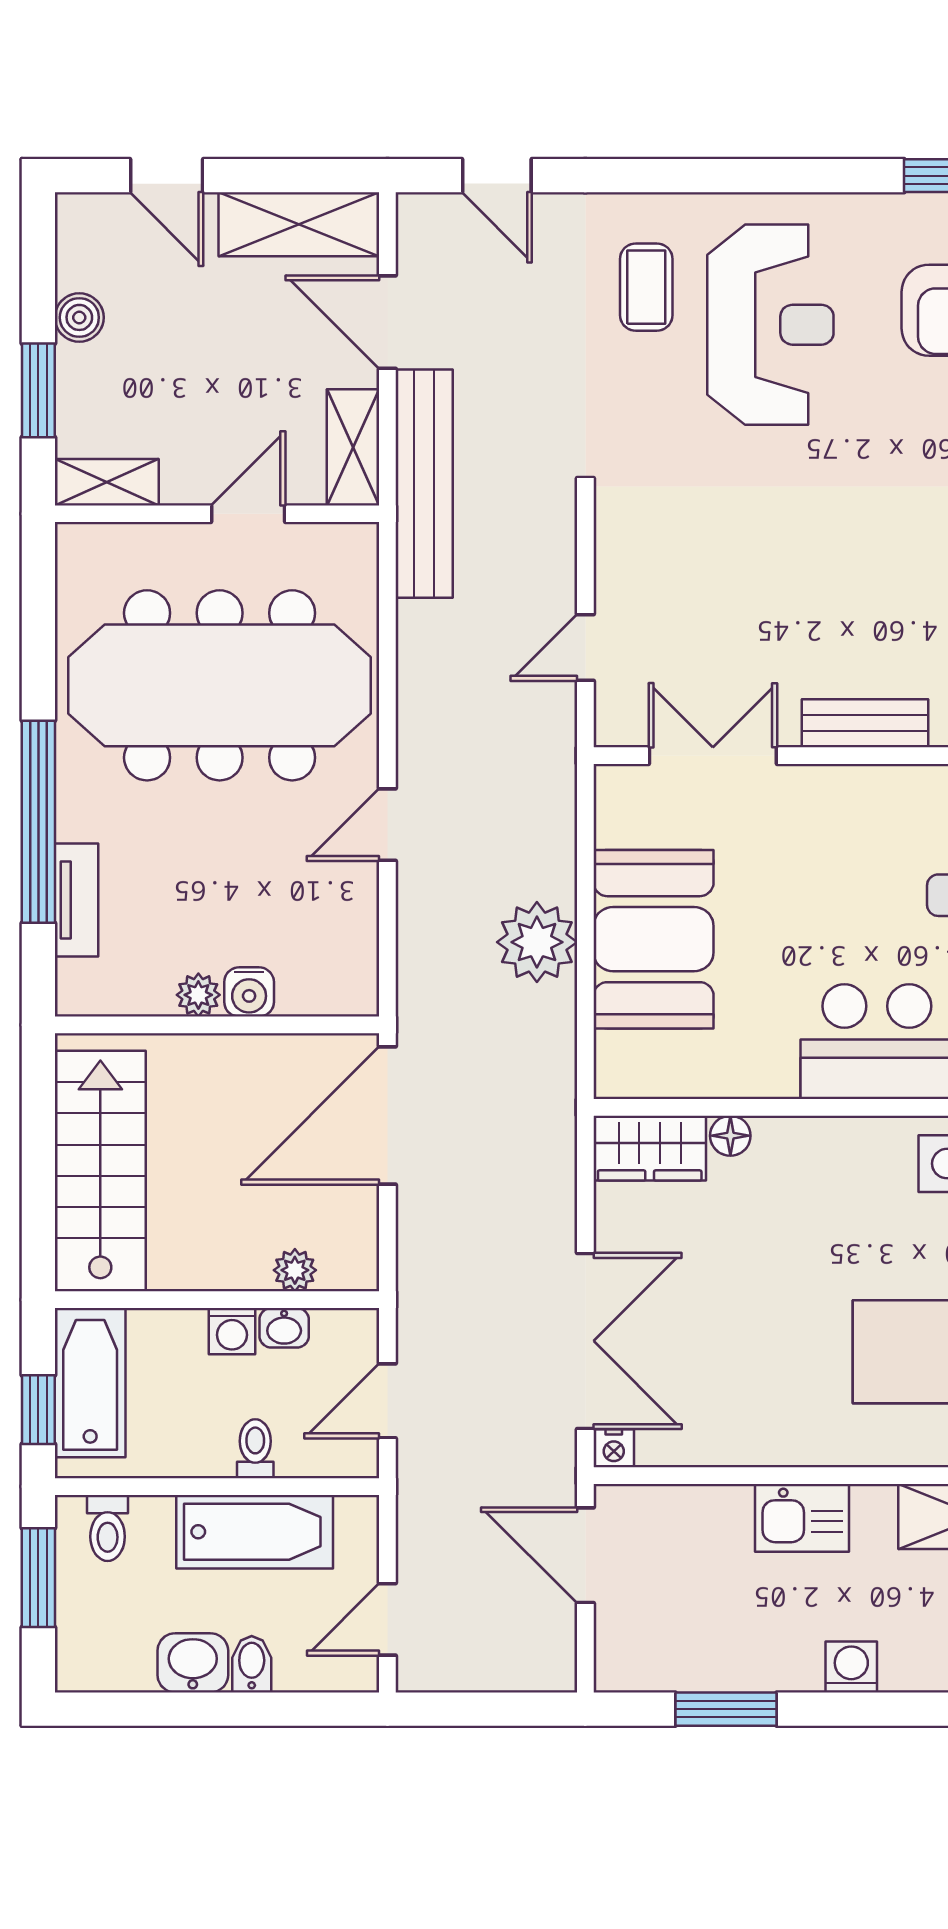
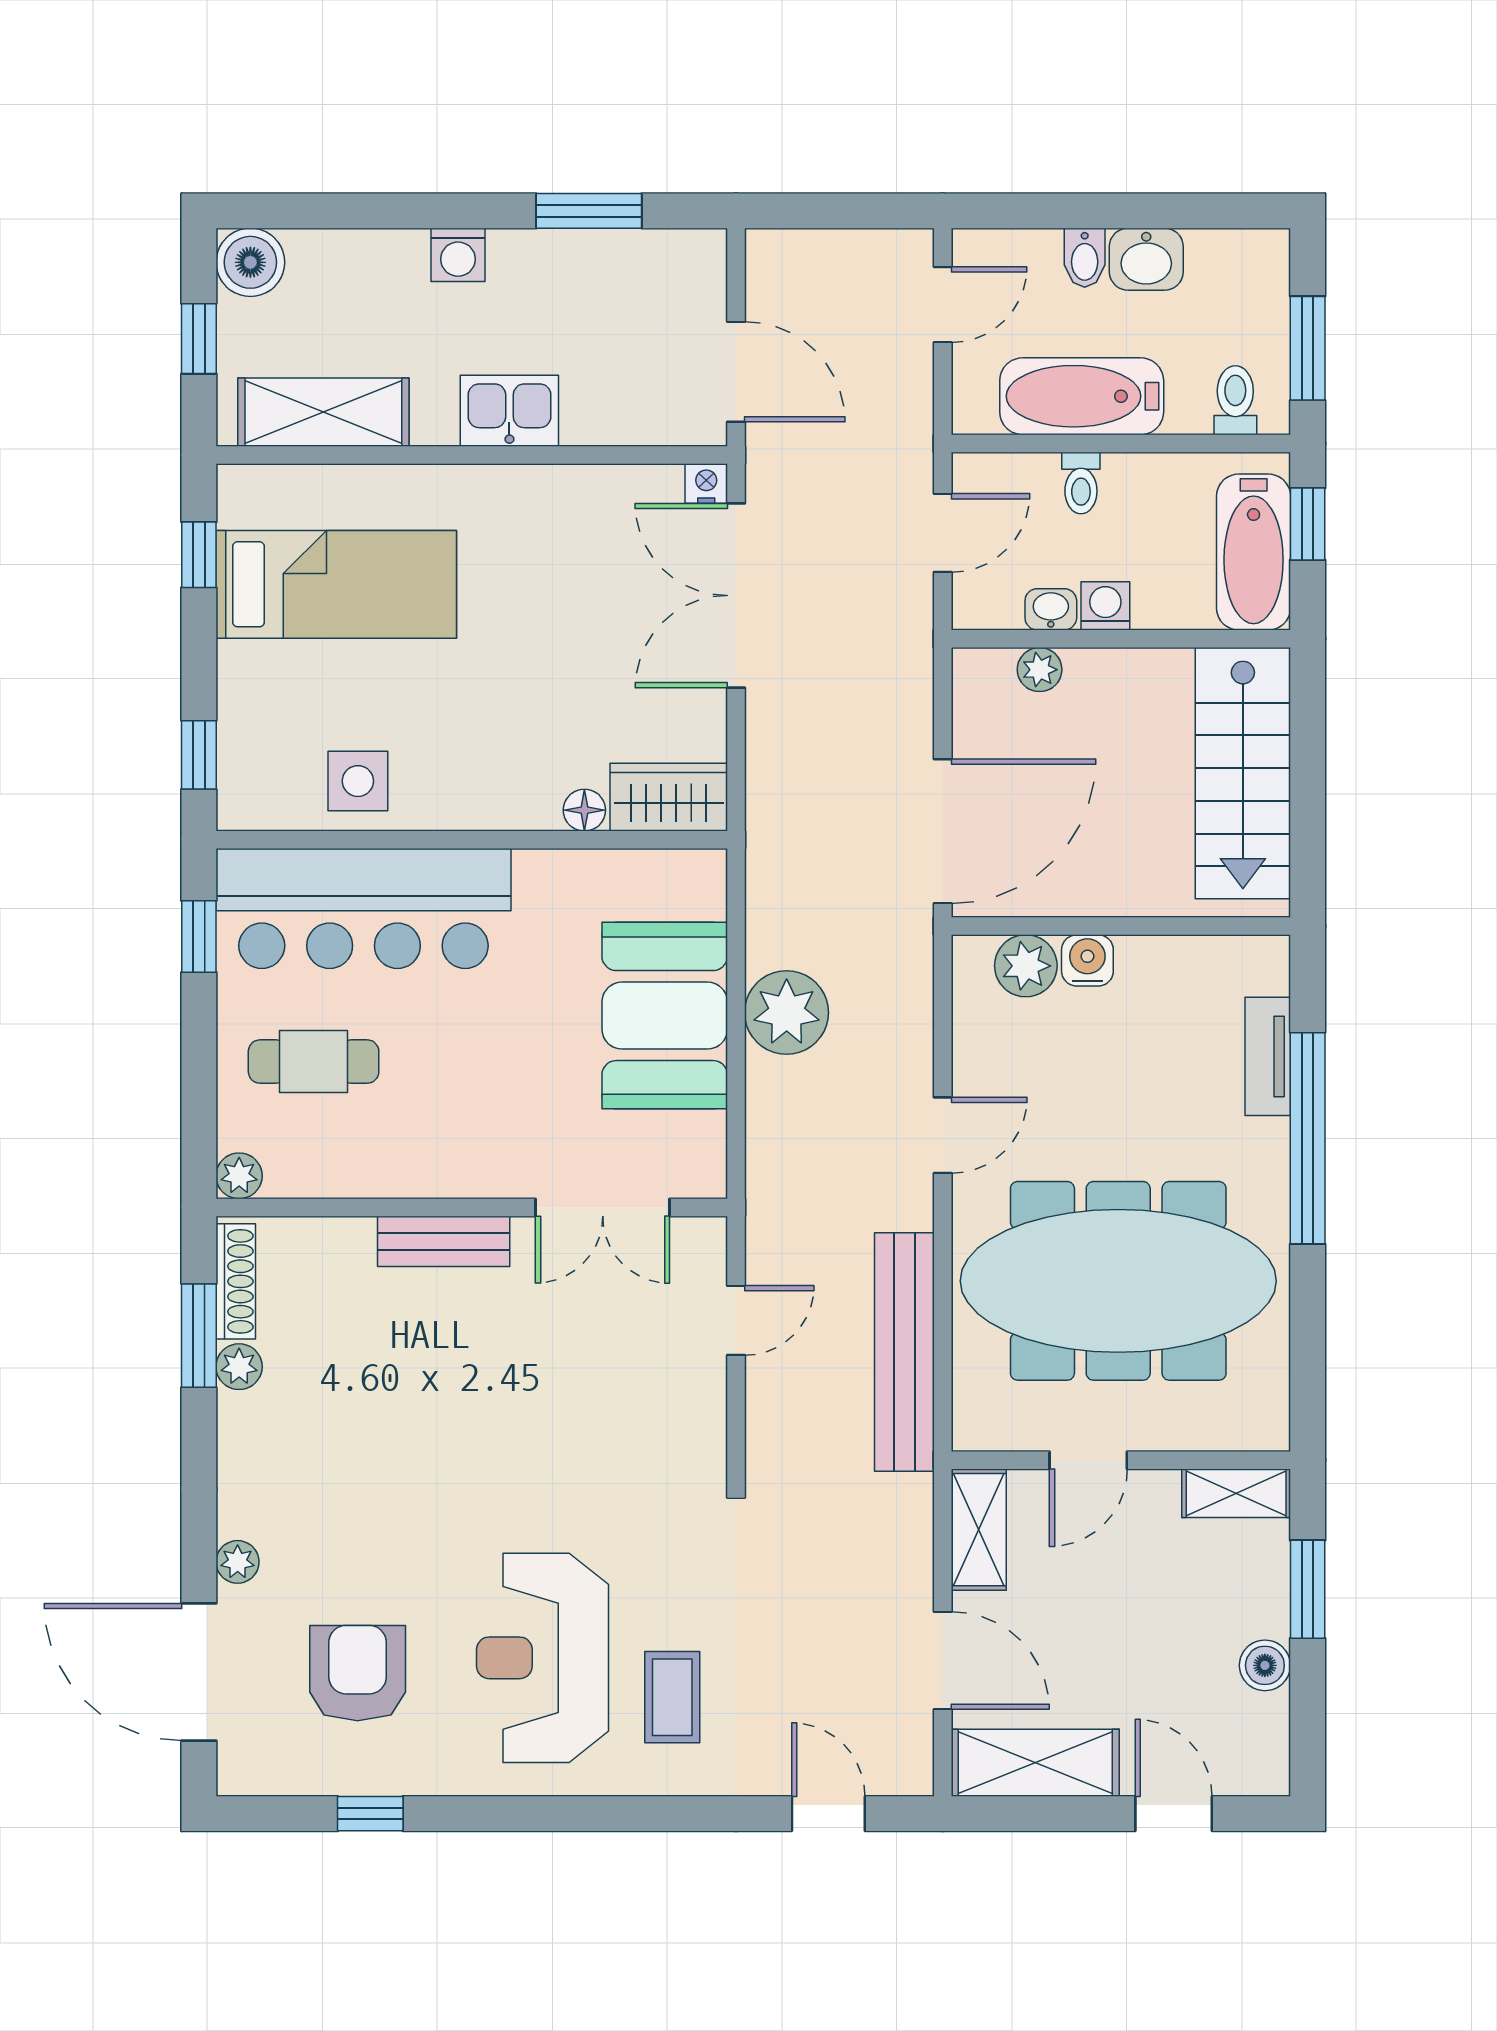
bench: (424, 484) -> (904, 1352), moved
plant: (198, 995) -> (1026, 966), moved, width x1.38, depth x1.38

